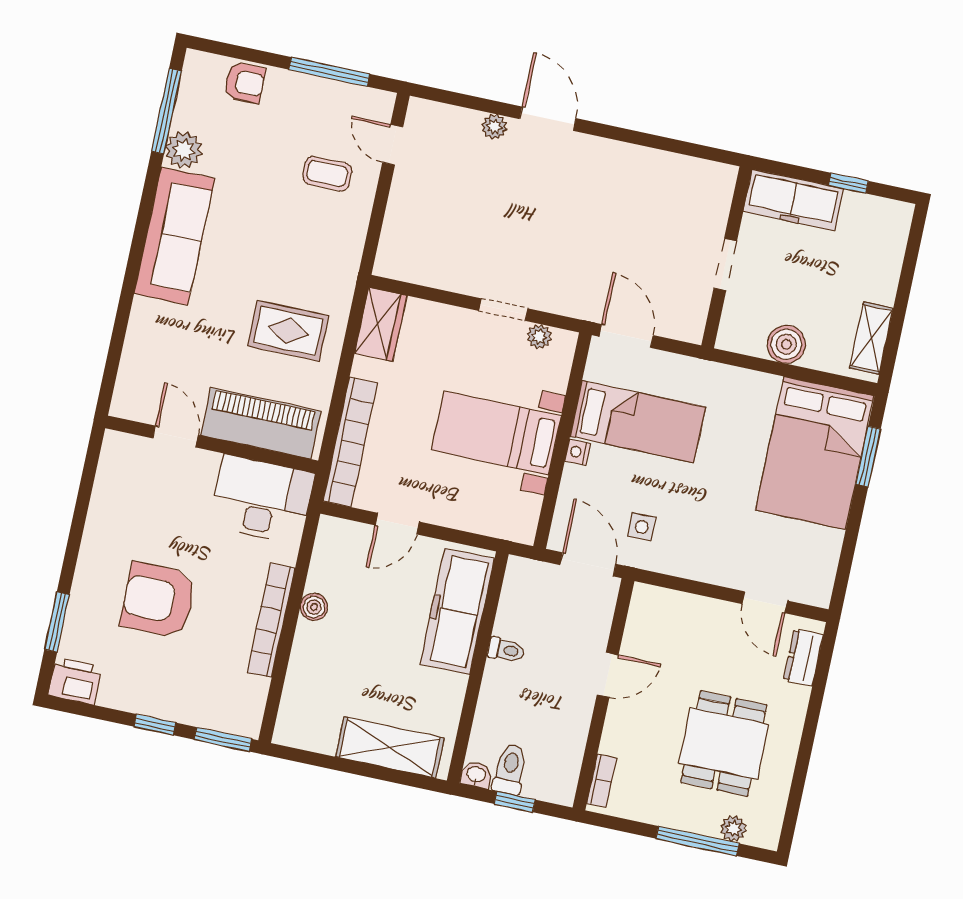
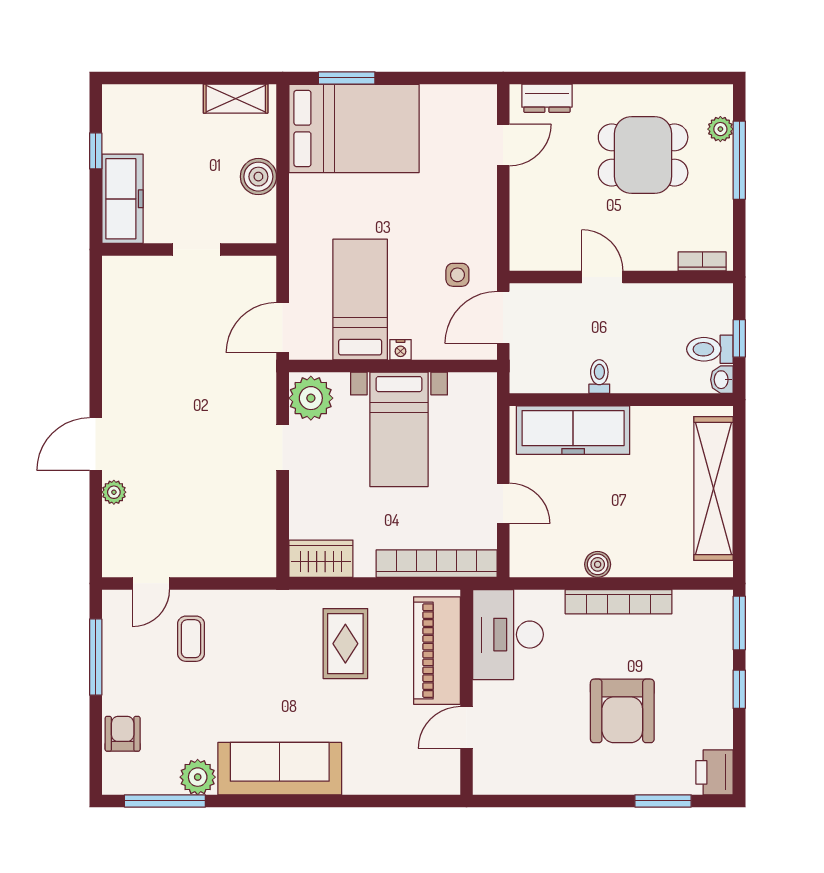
plant: (539, 337) -> (311, 398), width x1.88, depth x1.88
shelving: (390, 747) -> (713, 488), width x1.47

